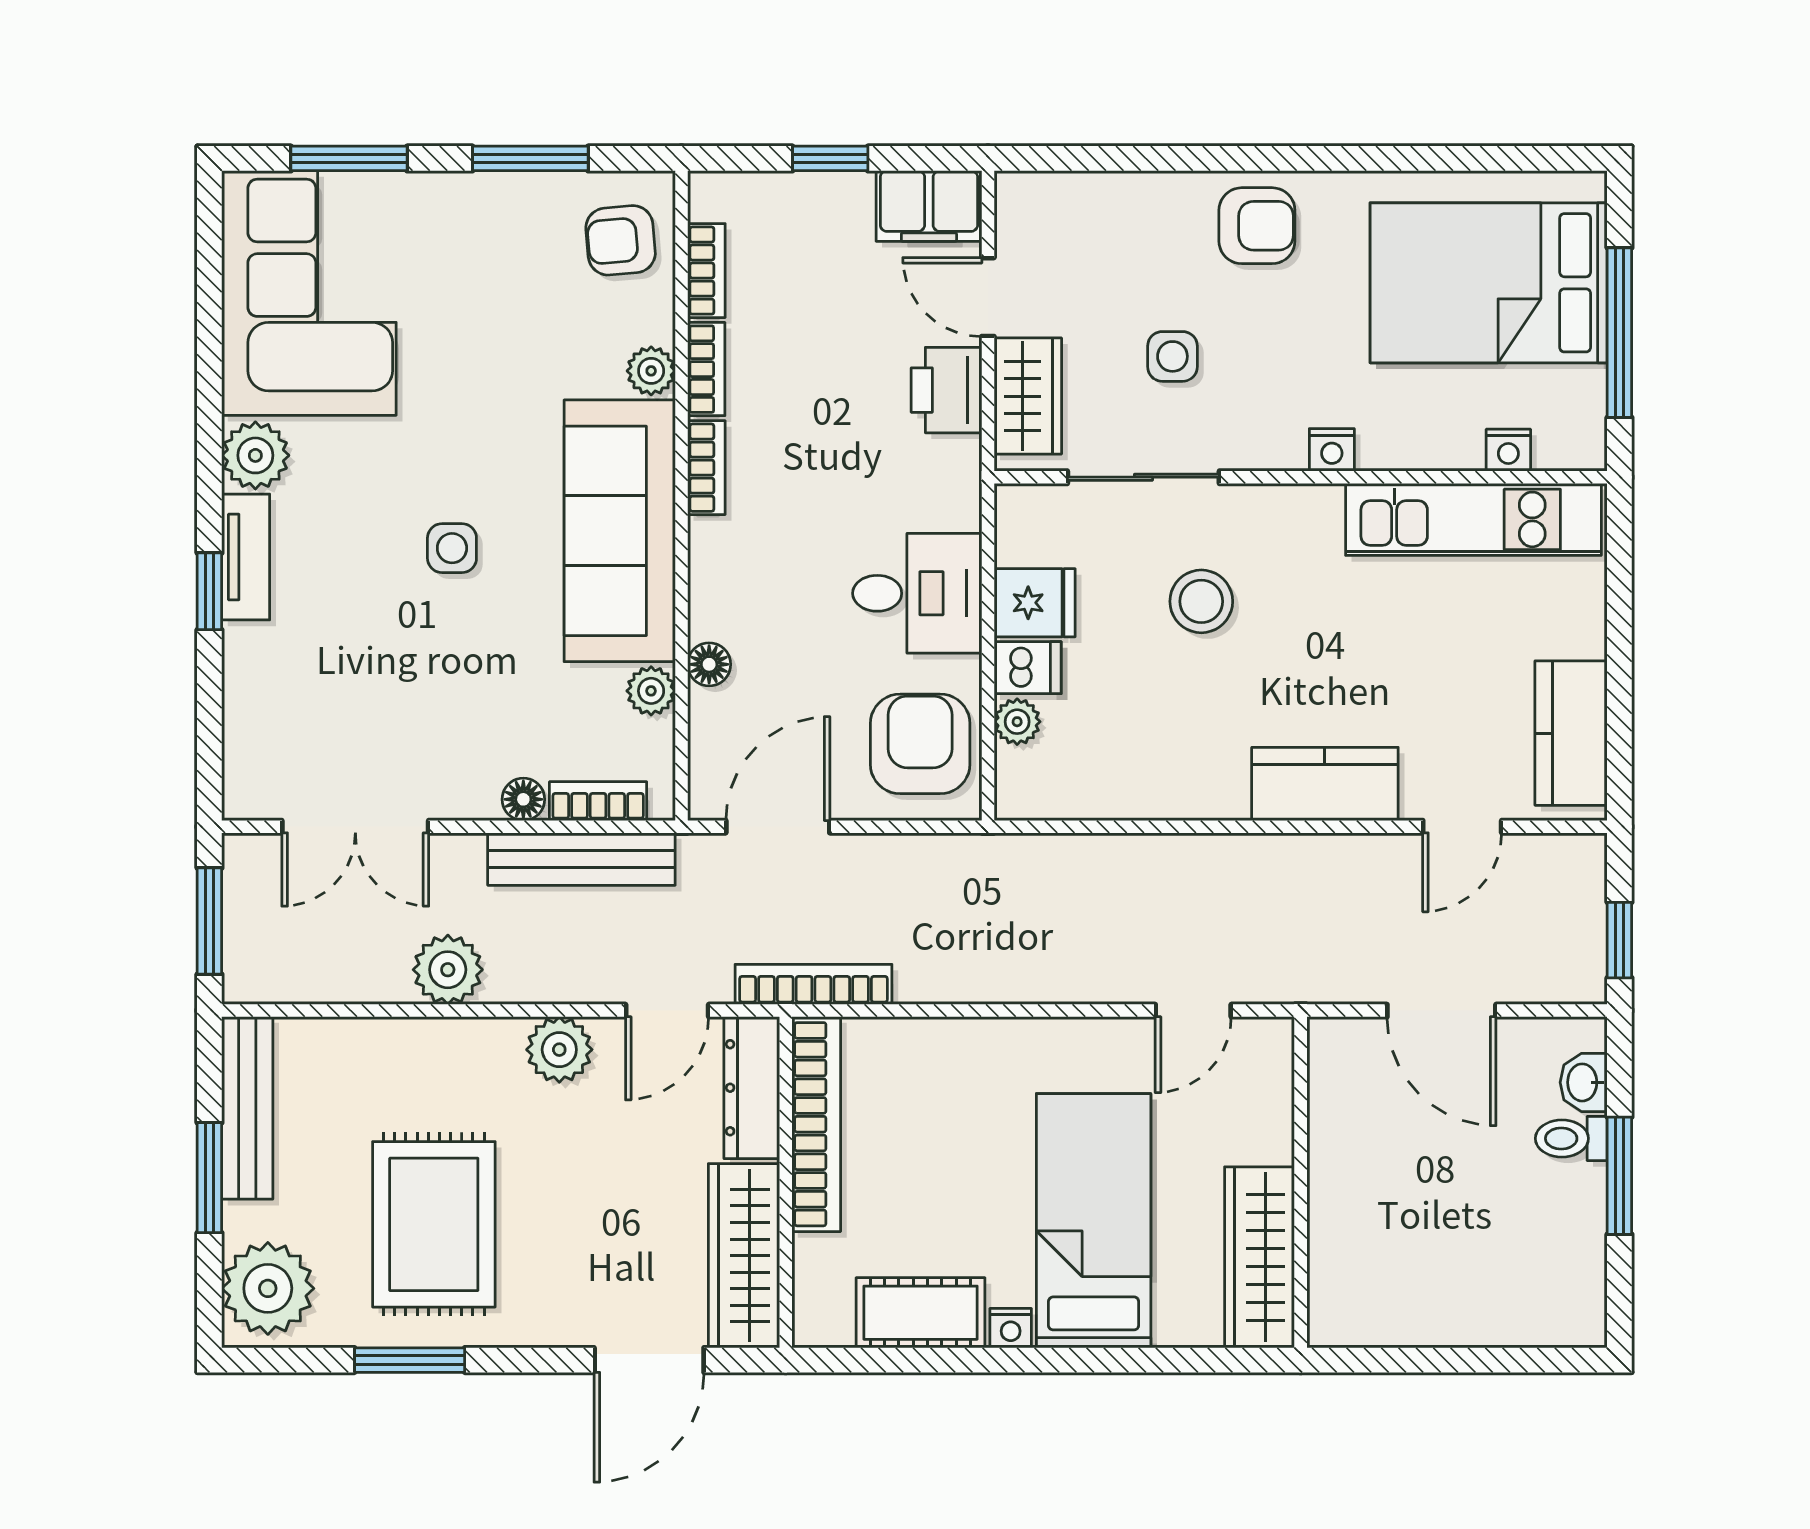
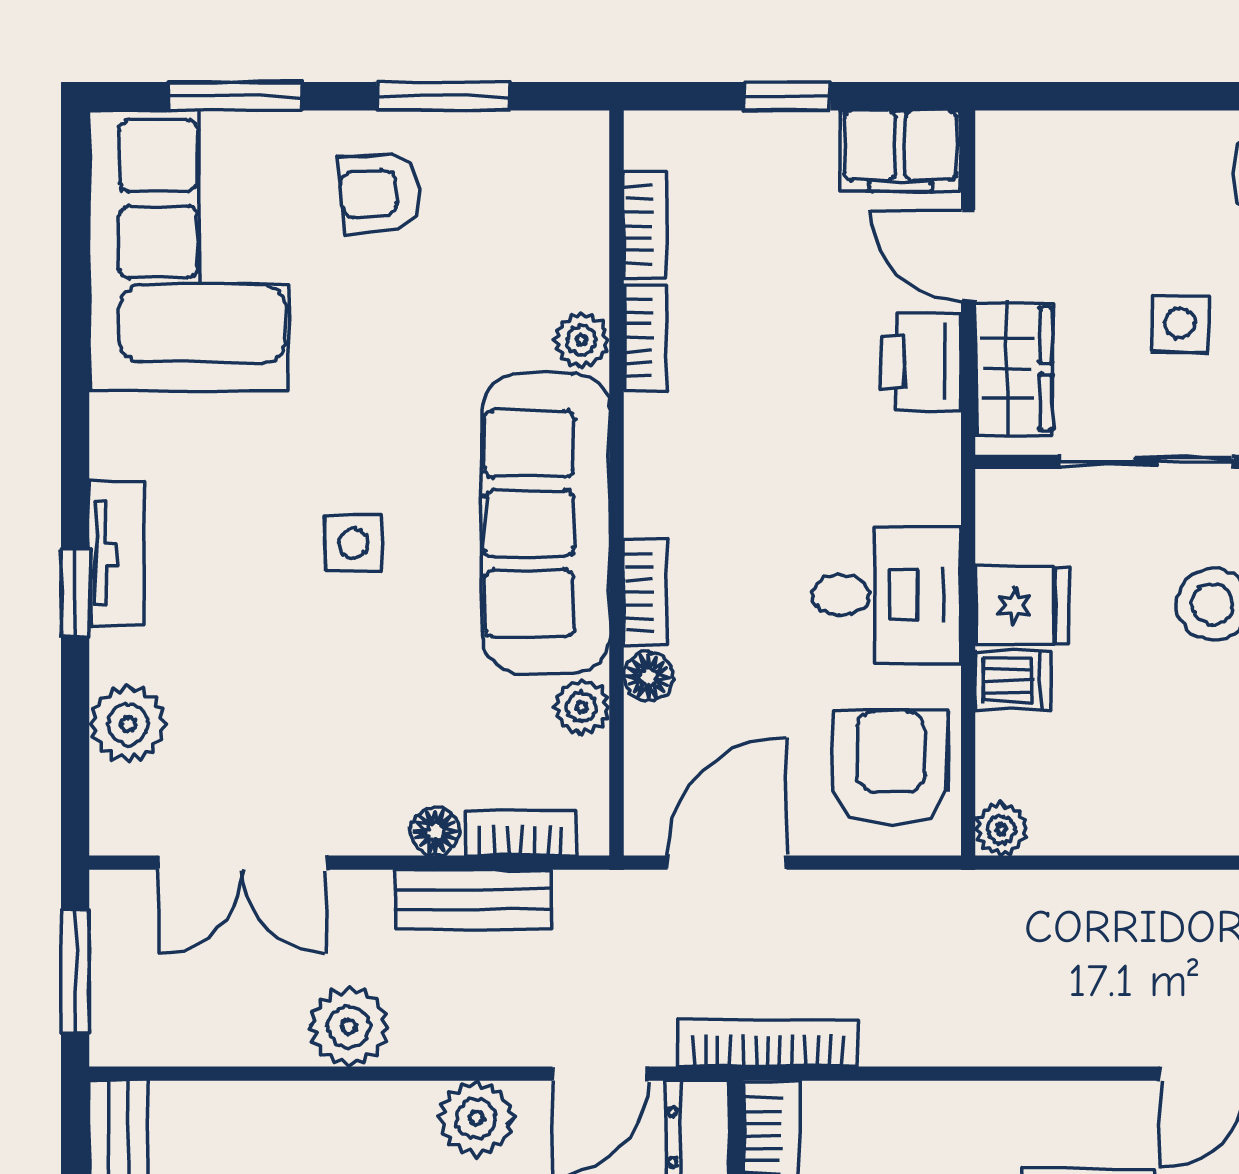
armchair: (621, 240) -> (380, 193), moved
plant: (255, 455) -> (128, 724), moved
bookcase: (706, 468) -> (645, 592), moved
plant: (1017, 722) -> (1002, 829), moved
bench: (581, 859) -> (473, 900), width x0.73

